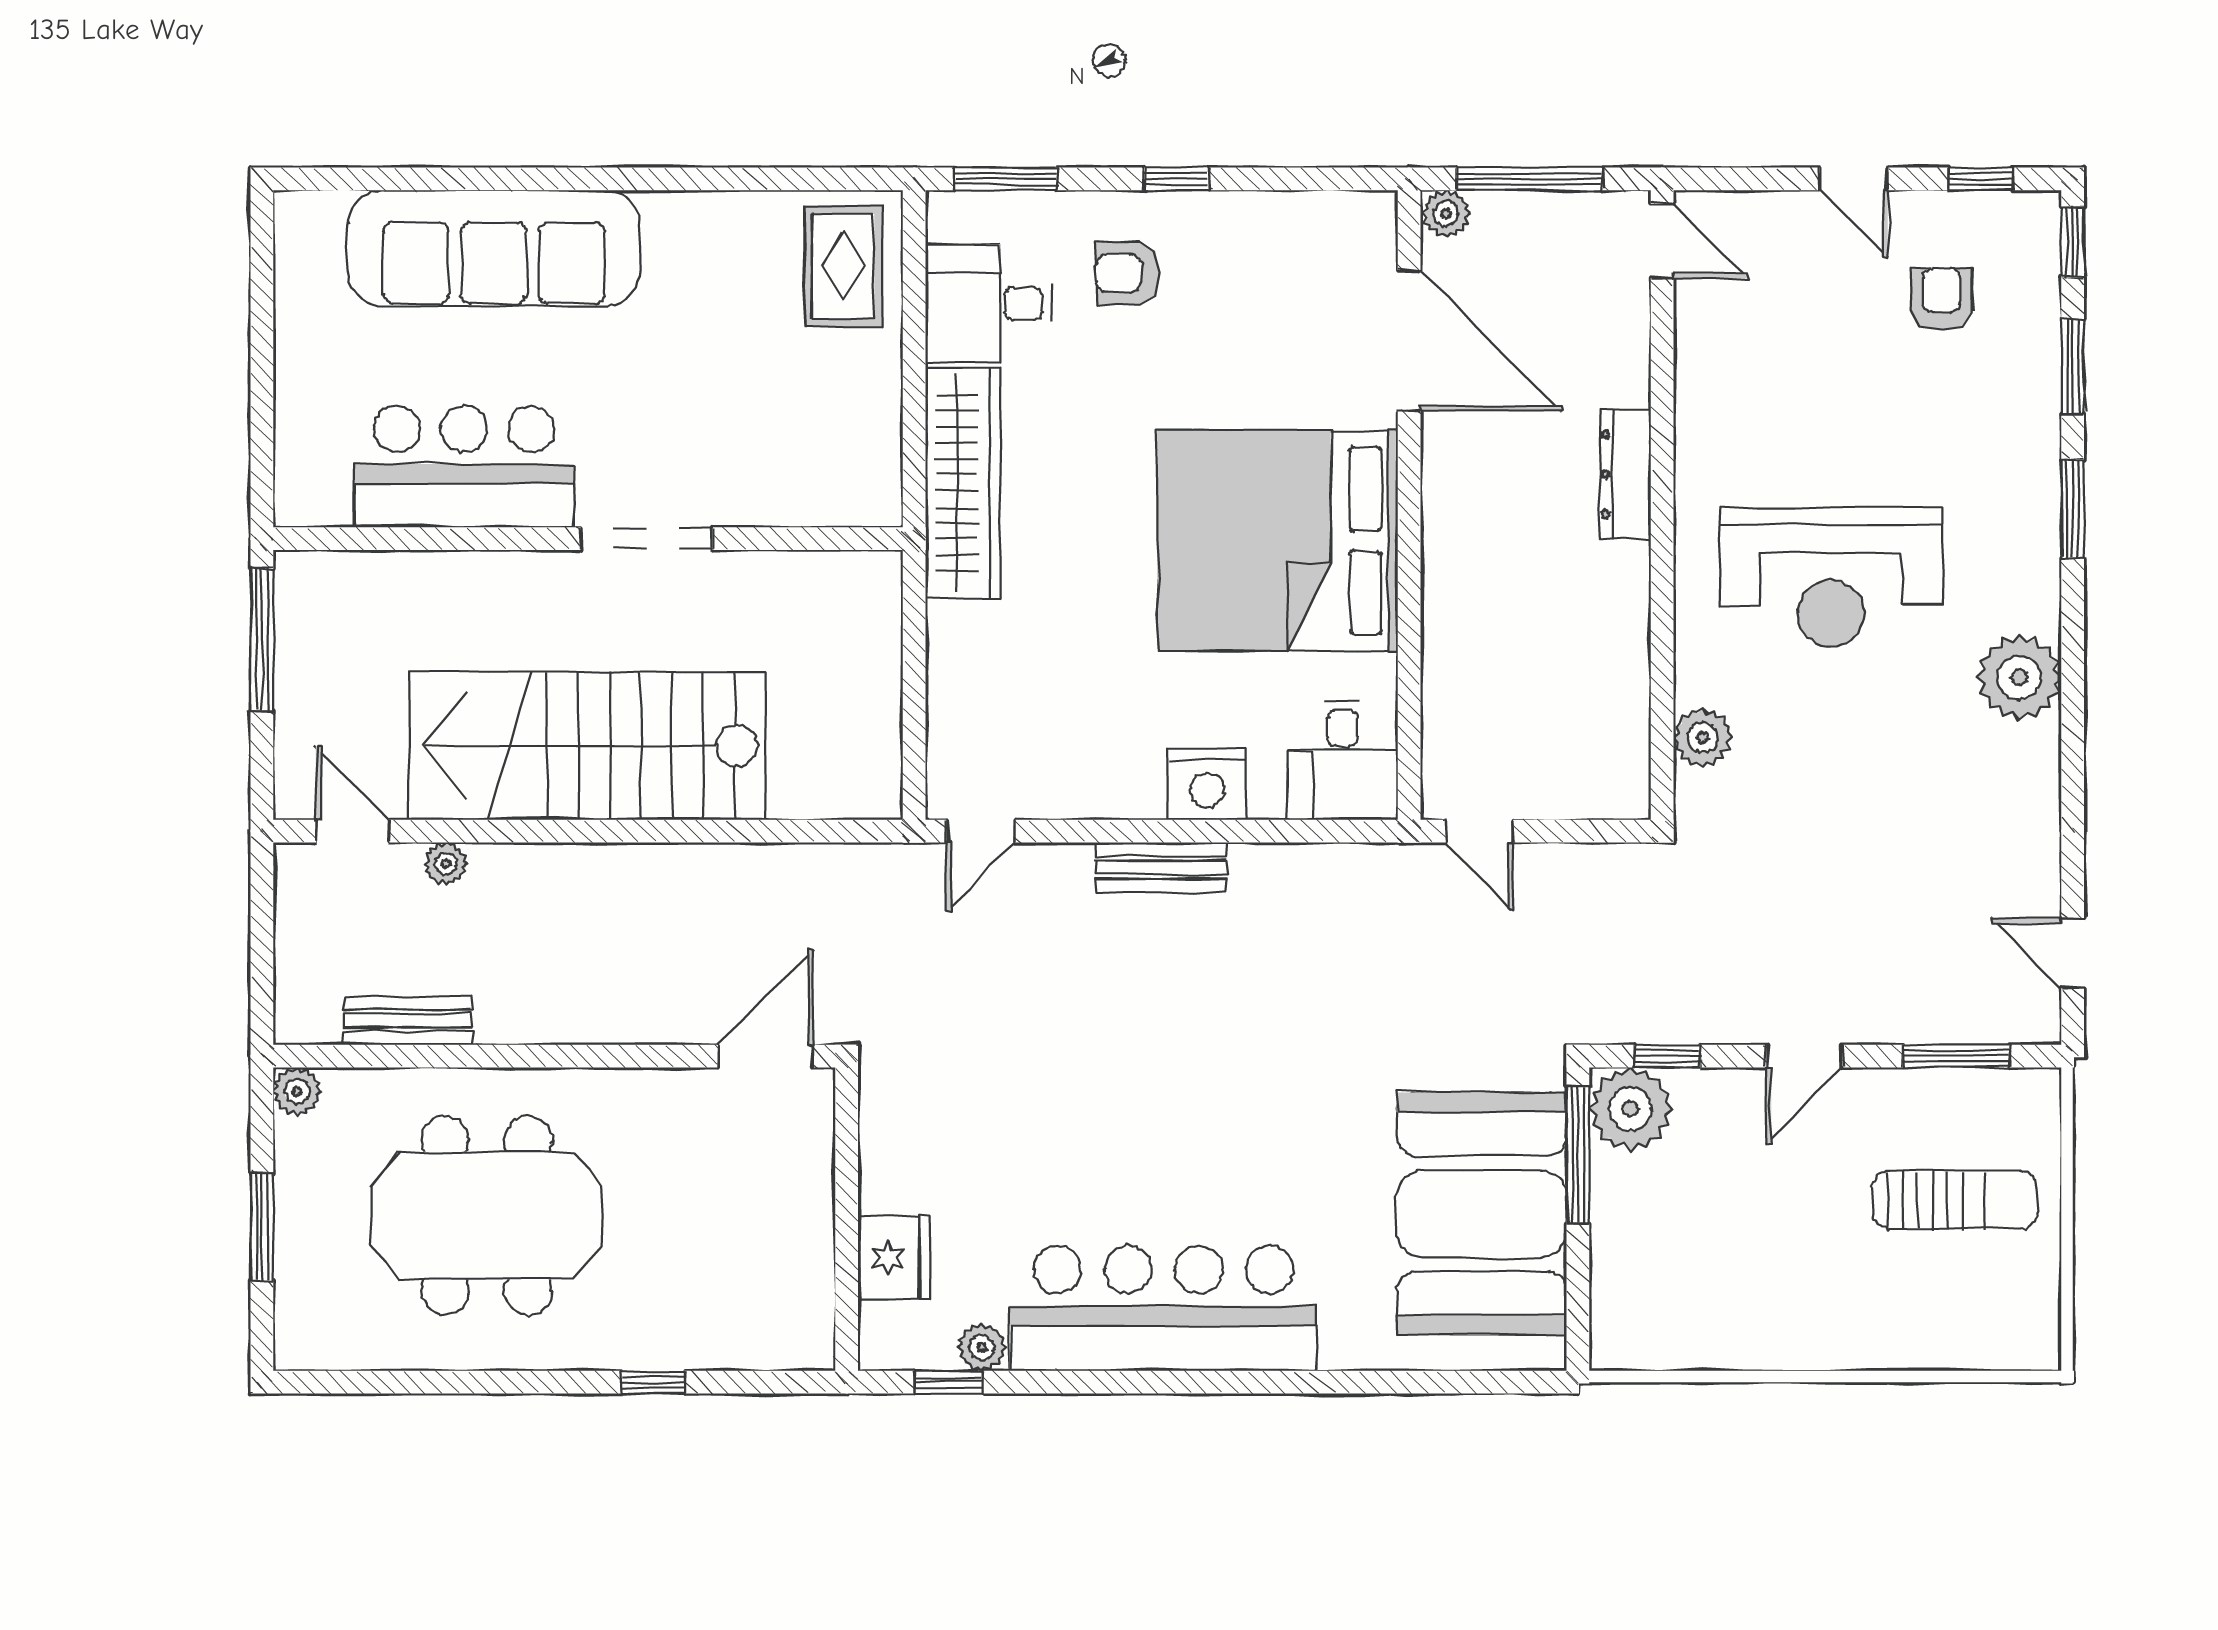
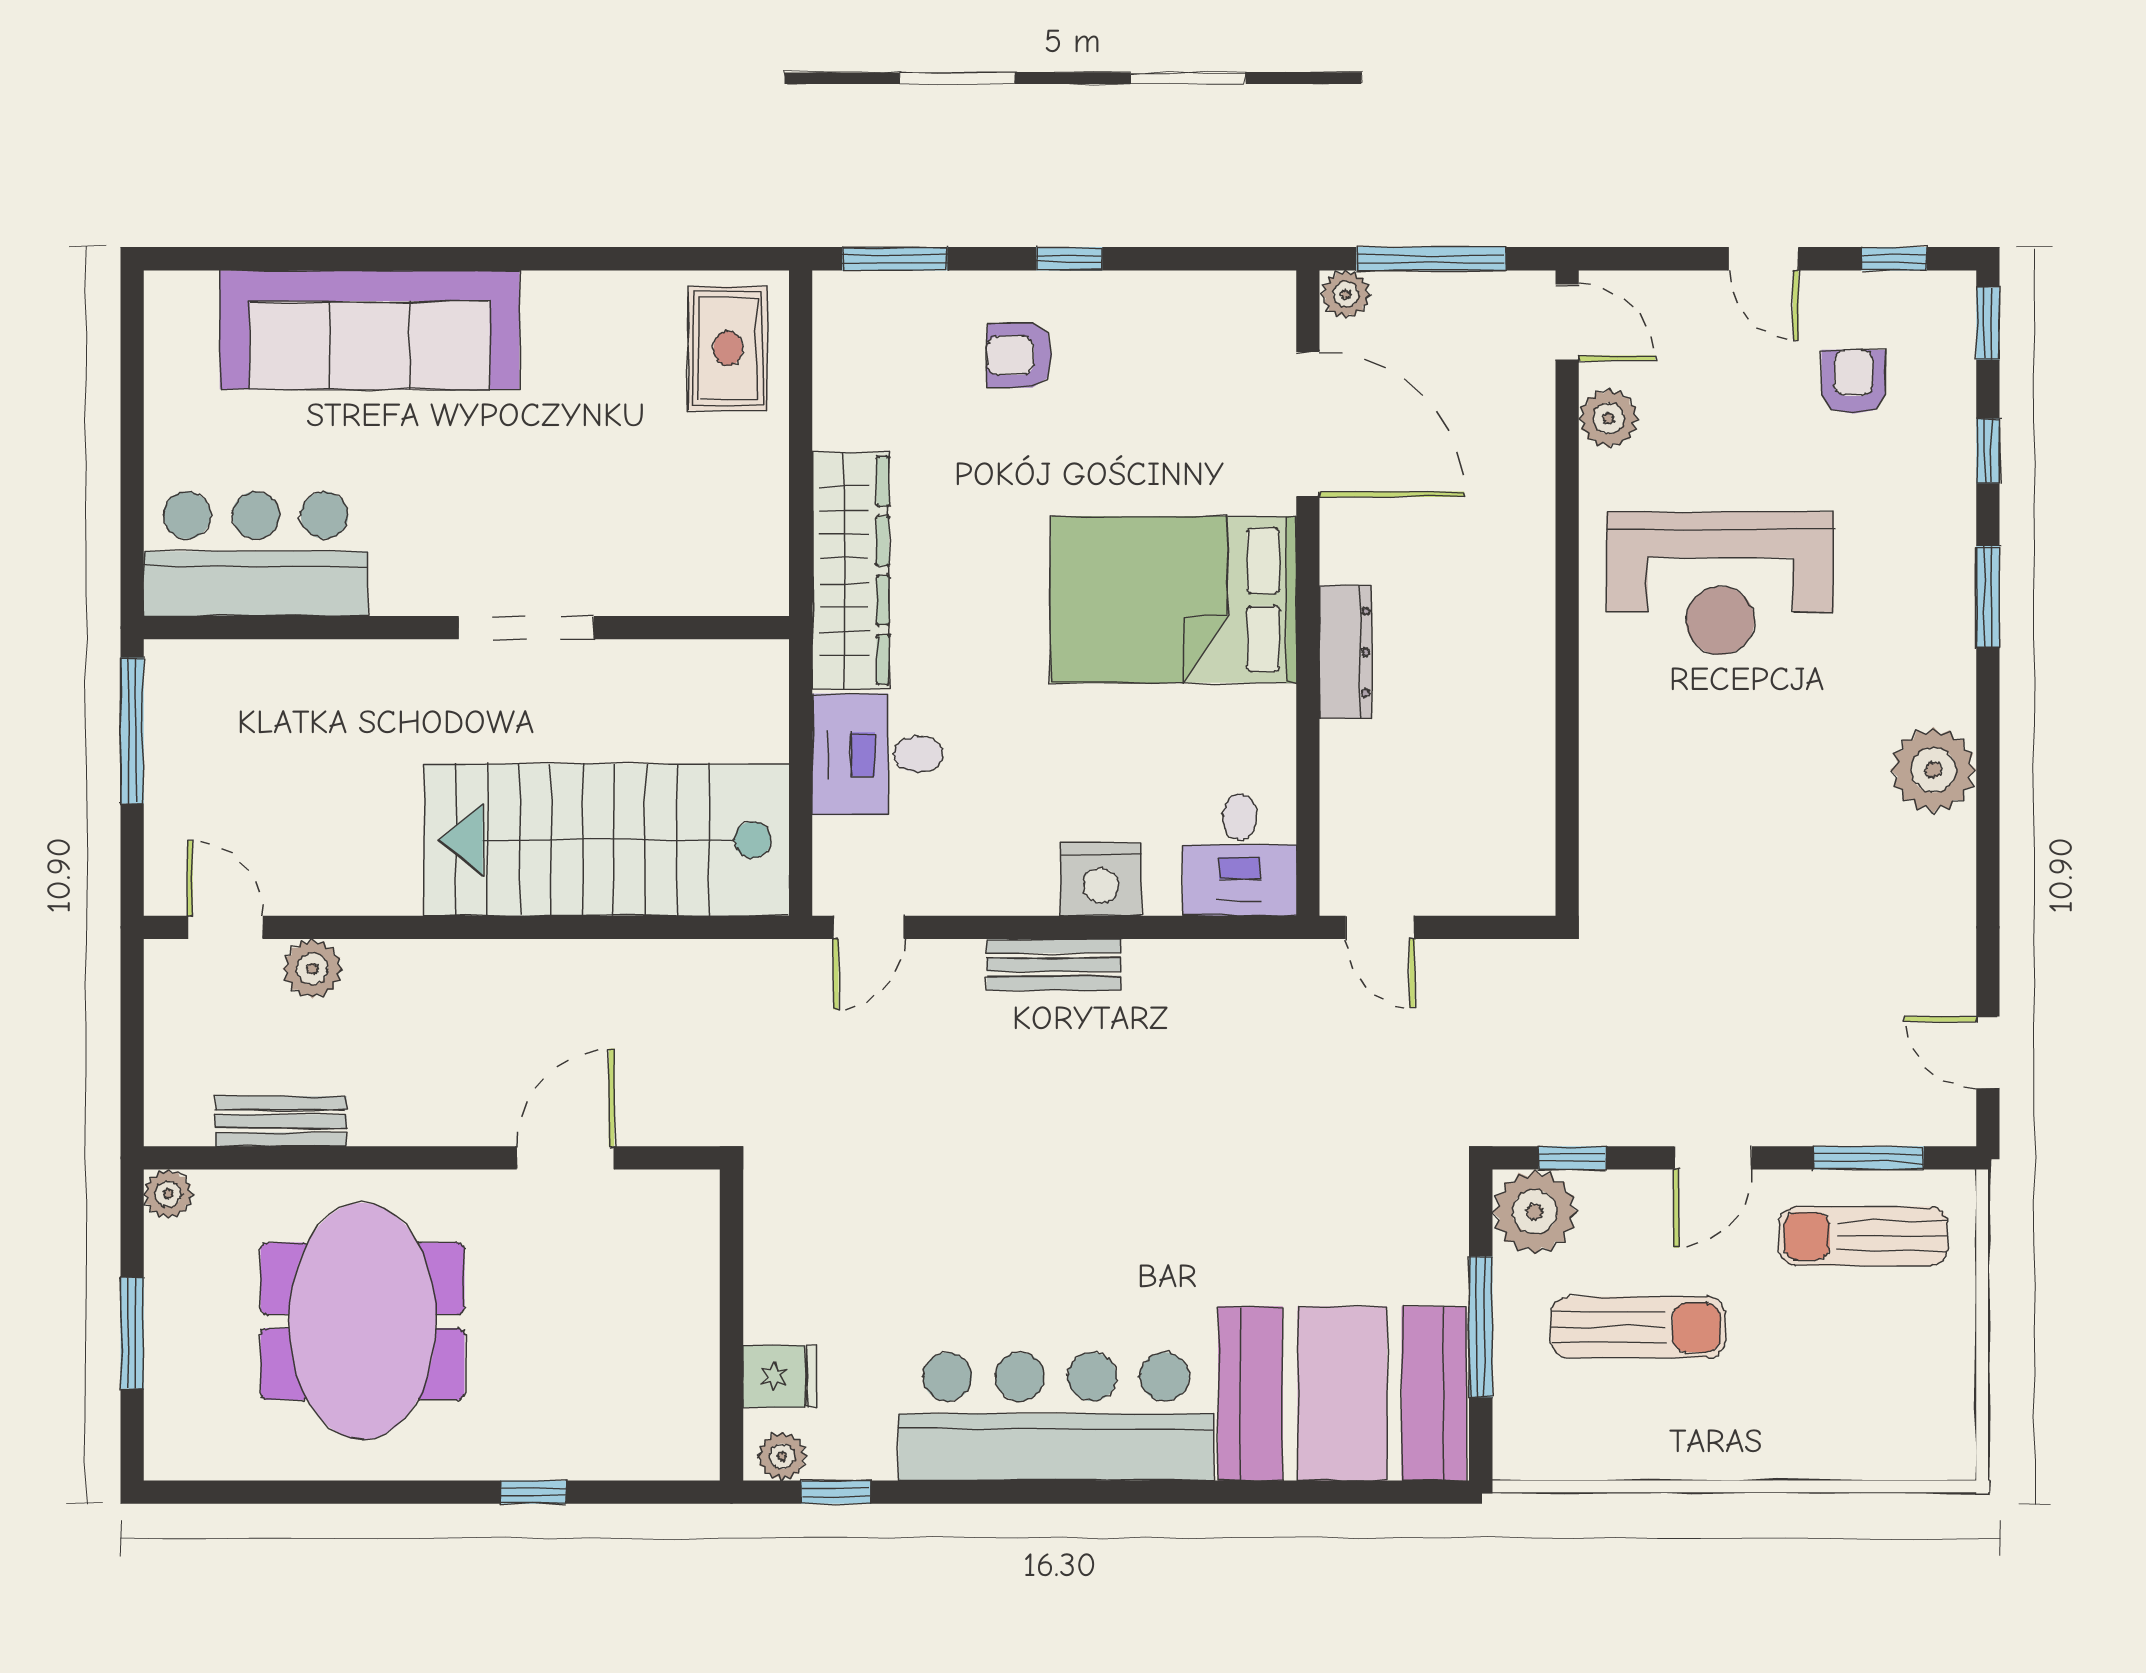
desk: (989, 304) -> (878, 754), moved
window: (2073, 366) -> (1988, 451), width x0.67
bar counter: (464, 467) -> (256, 554), moved
dresser: (1625, 474) -> (1345, 652), moved, turned 180
bed: (1278, 541) -> (1174, 600), width x0.73
reception desk: (1831, 577) -> (1720, 583), moved
plant: (1703, 737) -> (1609, 418), moved
stairs: (587, 746) -> (607, 840), moved
plant: (446, 864) -> (312, 969), width x1.38, depth x1.38
door: (765, 1056) -> (565, 1158), moved
window: (1578, 1155) -> (1481, 1327), moved
sun lounger: (1955, 1200) -> (1863, 1236), moved, turned 180
booth: (1482, 1214) -> (1342, 1394), moved, turned 90
meeting table: (487, 1216) -> (362, 1321), turned 90
sun lounger: (1731, 1222) -> (1638, 1327), added
fridge: (894, 1258) -> (780, 1376), width x0.72
plant: (982, 1347) -> (782, 1456), moved

